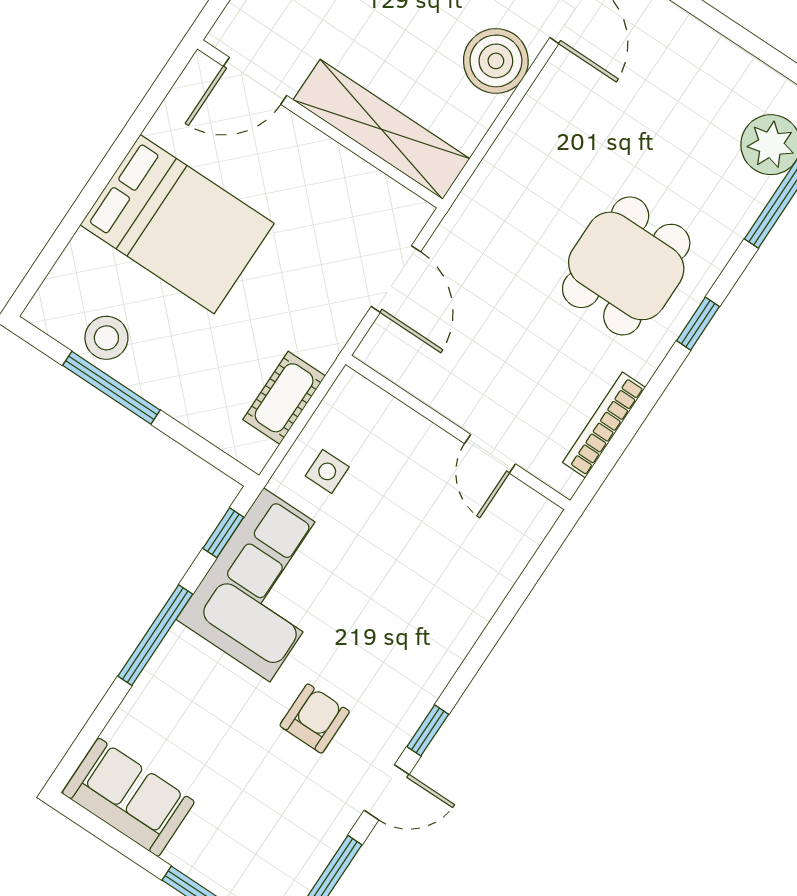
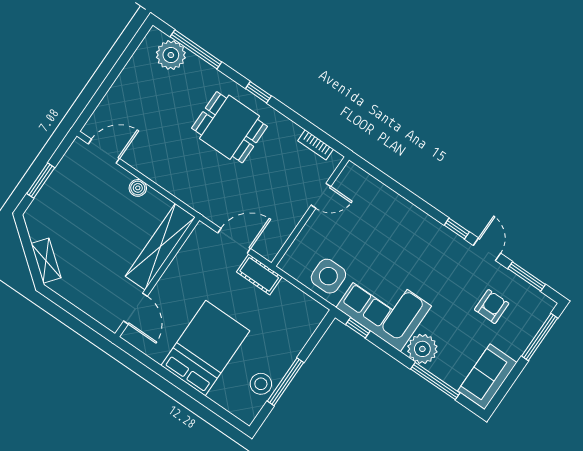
boiler: (496, 61) -> (138, 188), width x0.54, depth x0.54
cot: (284, 398) -> (259, 274), moved
bookcase: (604, 425) -> (316, 145), width x0.64
side table: (327, 471) -> (328, 276), width x1.87, depth x1.87
window: (155, 635) -> (435, 381), moved
plant: (182, 664) -> (422, 349), added
armchair: (315, 719) -> (492, 307), moved, turned 90

